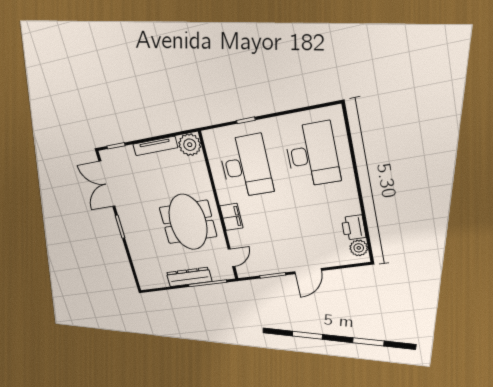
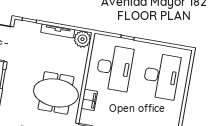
meeting table: (188, 222) -> (56, 93), turned 90

